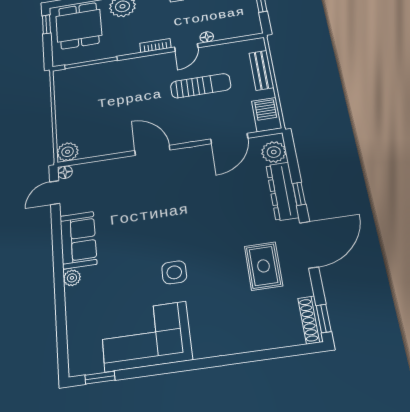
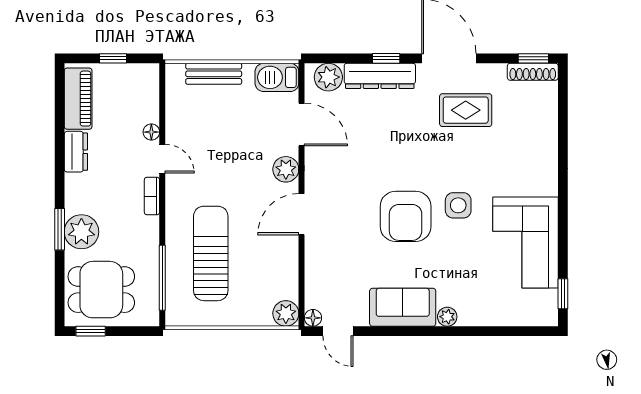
sun lounger: (201, 86) -> (211, 253), moved, width x1.36, depth x1.34
plant: (189, 133) -> (286, 169), added
armchair: (159, 230) -> (406, 216), added

